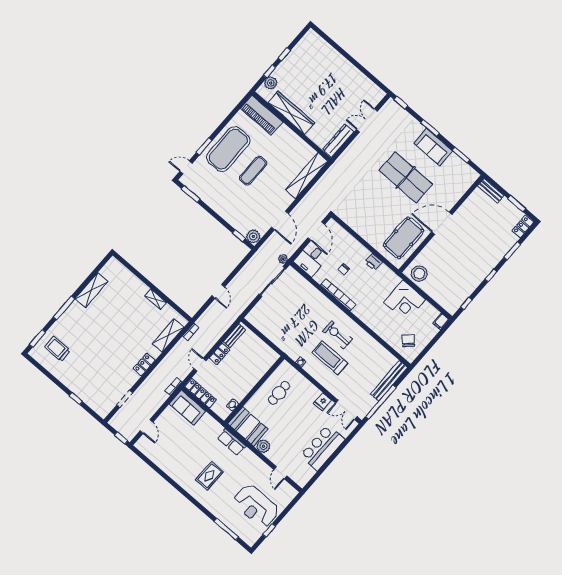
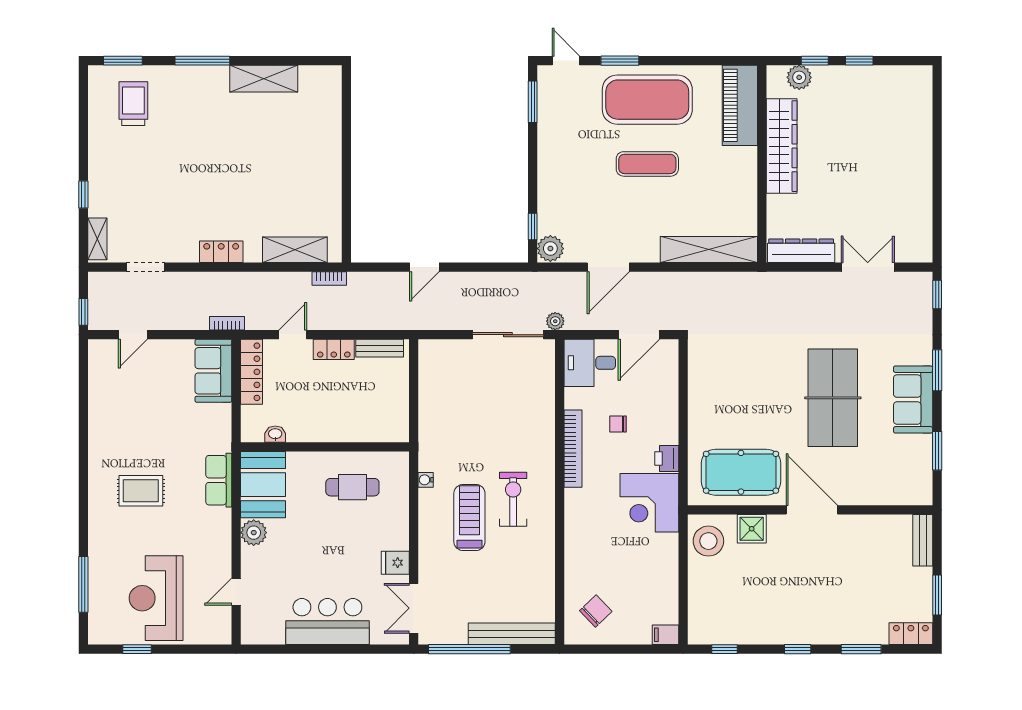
shower: (429, 253) -> (752, 529), added
shelving: (156, 299) -> (97, 239), moved
corner desk: (405, 301) -> (649, 503), moved

